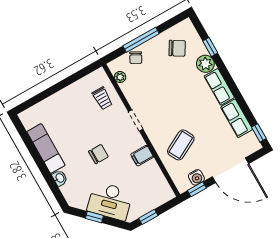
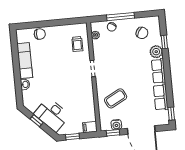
chair: (98, 154) -> (40, 34), moved
filing cabinet: (142, 156) -> (90, 127), moved

